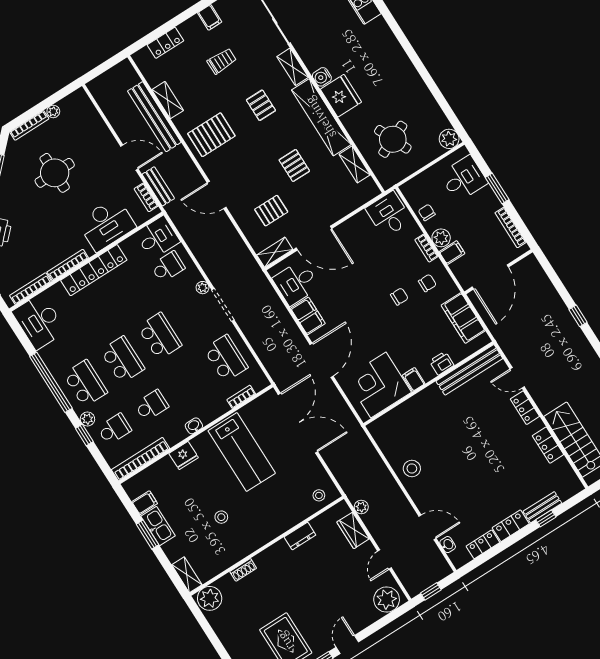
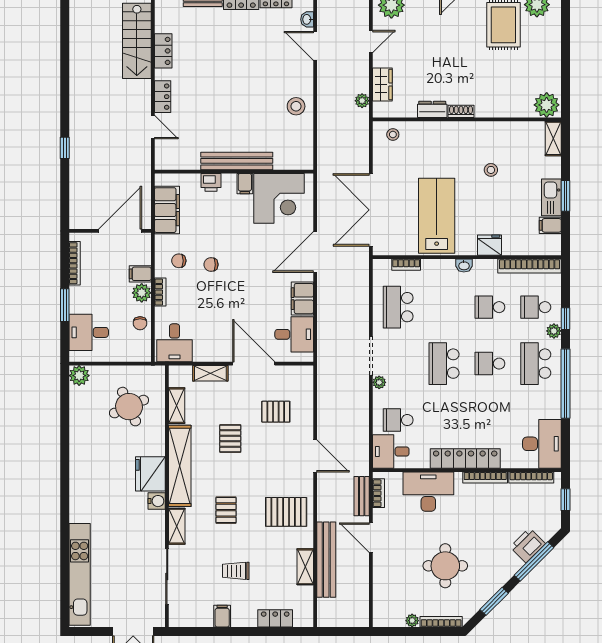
shelving: (275, 252) -> (210, 373), moved
school desk: (122, 360) -> (490, 364), width x0.54
bench: (469, 370) -> (237, 161), moved
shoe rack: (243, 570) -> (461, 111), moved

